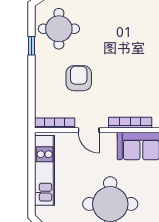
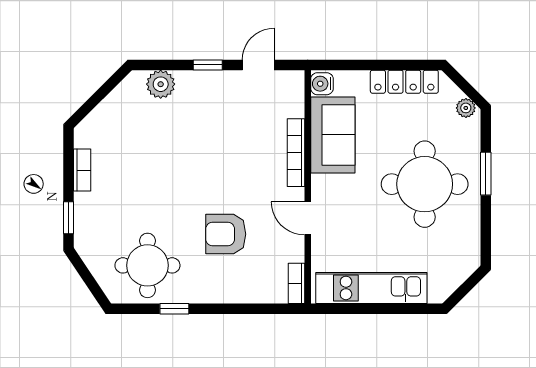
bookcase: (55, 123) -> (297, 283), width x0.64
door: (89, 130) -> (308, 218), swing flipped

